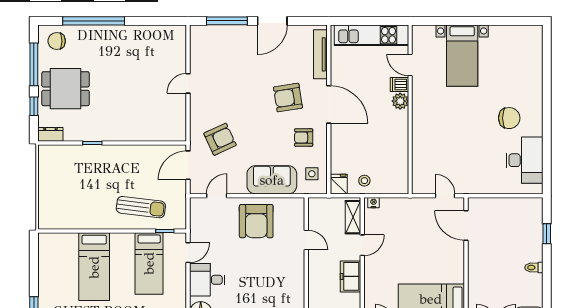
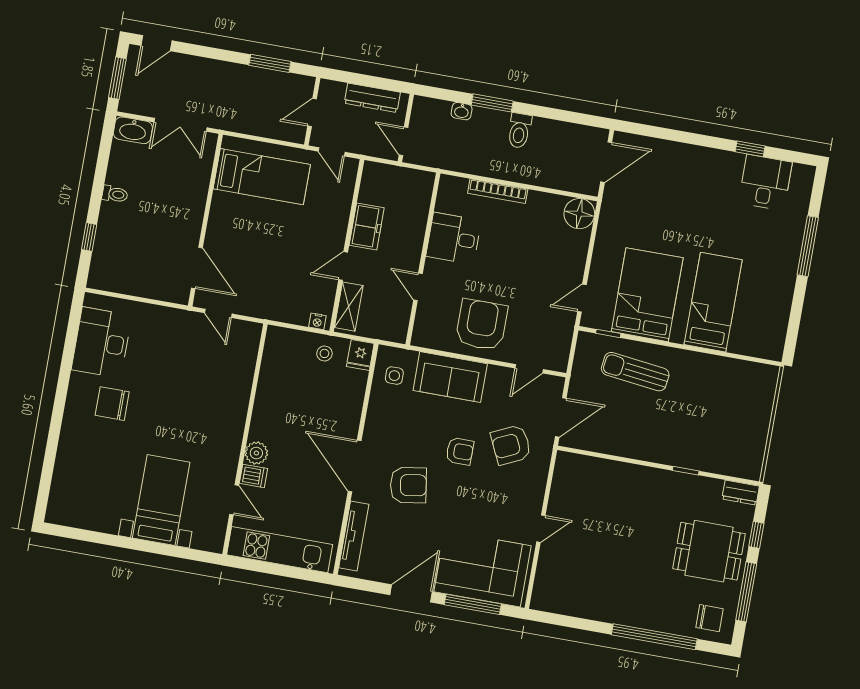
corner sofa: (225, 47) -> (482, 569), added
armchair: (304, 138) -> (460, 451), moved
bed: (149, 263) -> (647, 295), width x1.50
desk: (207, 280) -> (454, 238), moved, turned 180

